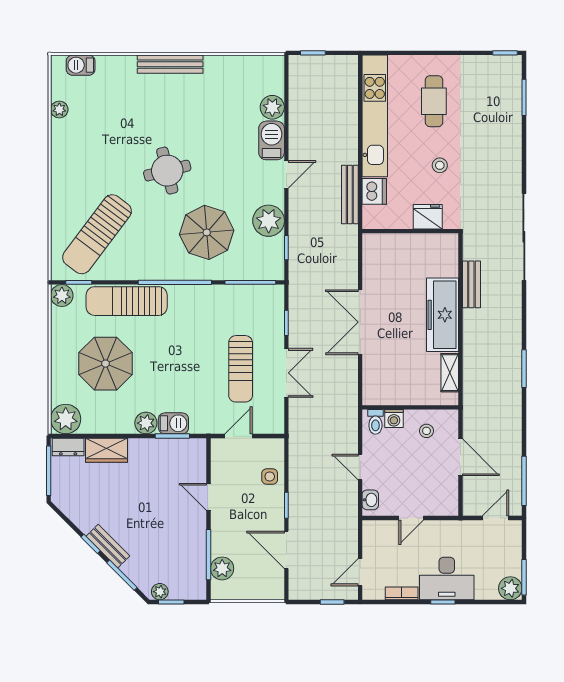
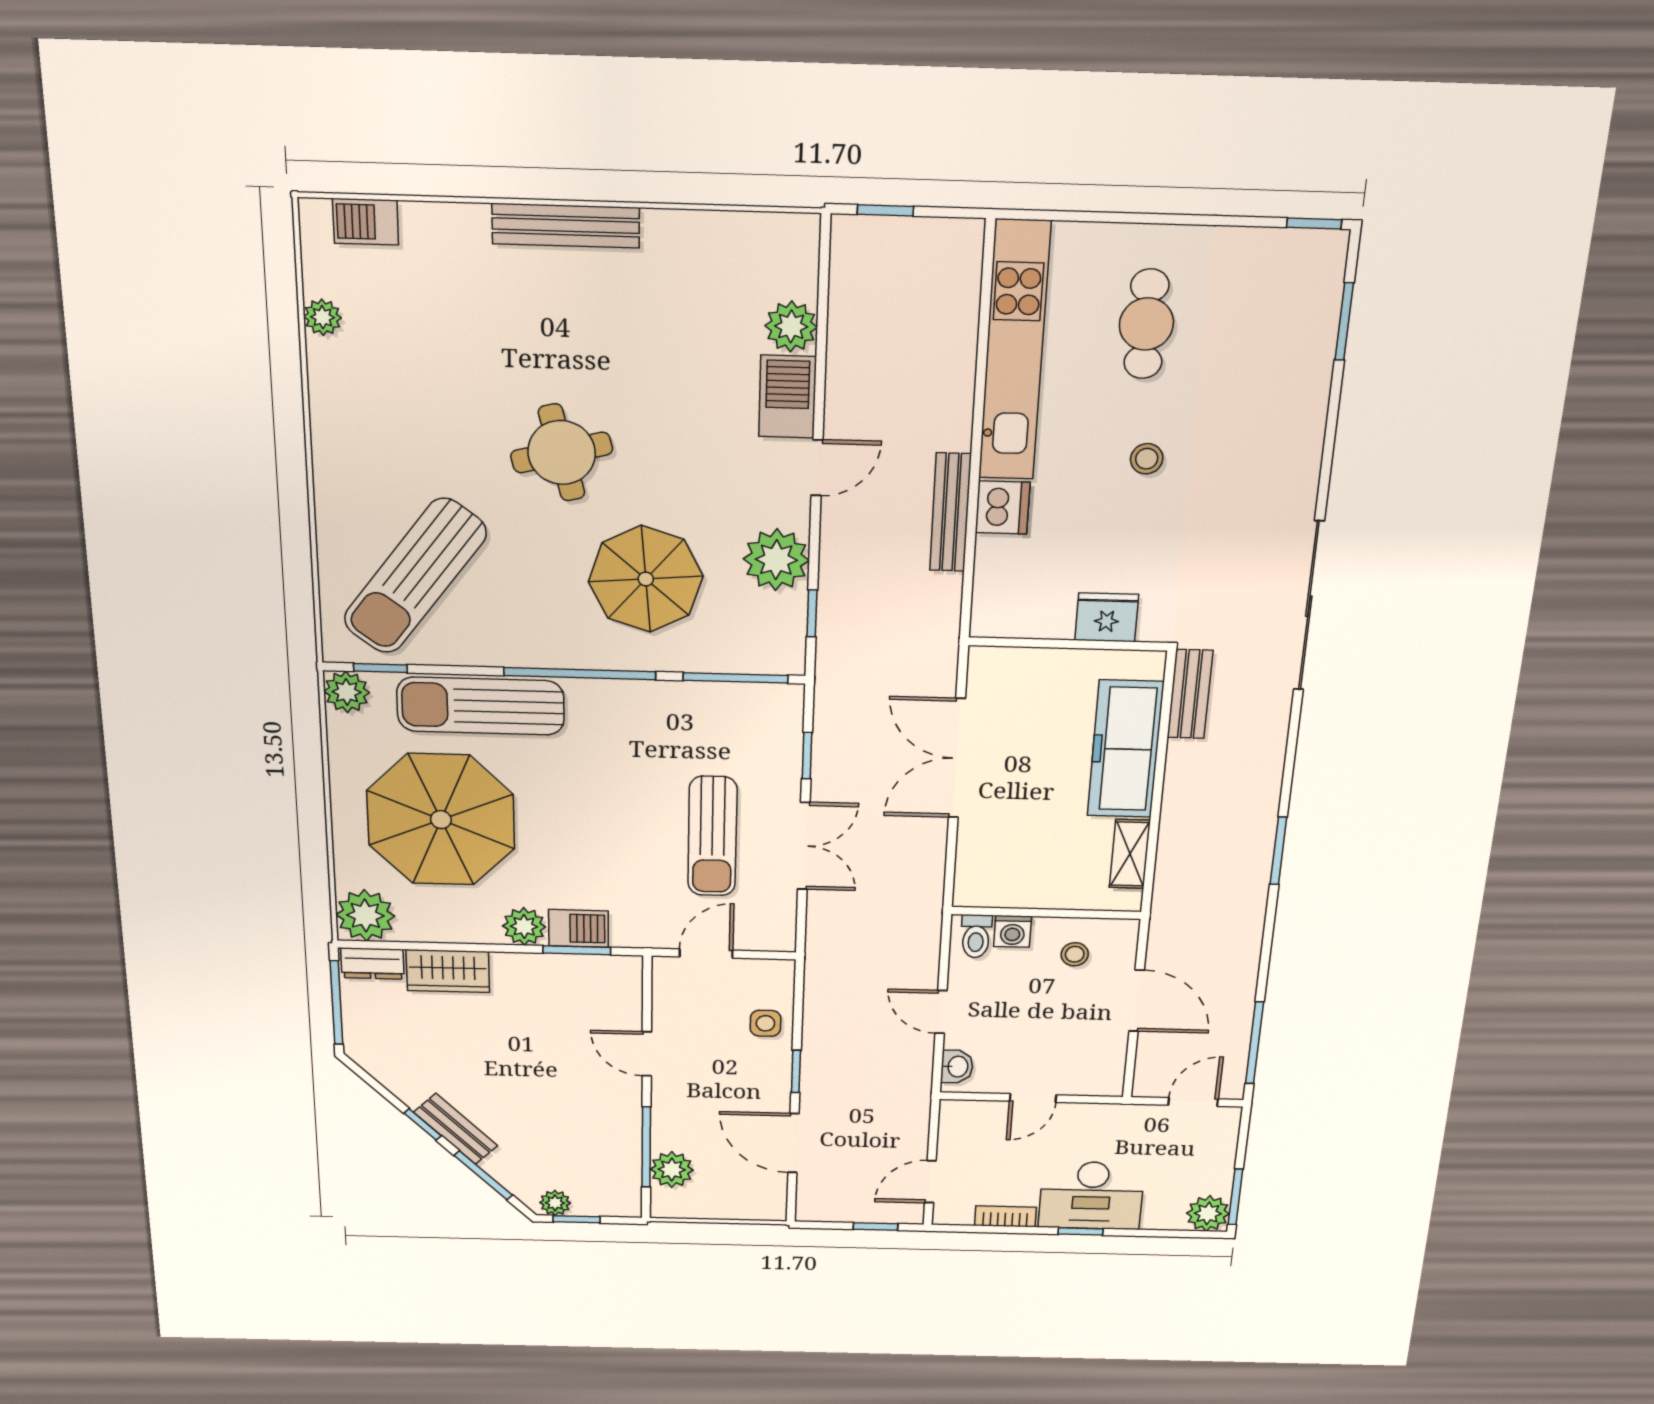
fridge: (428, 217) -> (1107, 617), moved
wall: (410, 231) -> (1068, 644), moved
parasol: (106, 364) -> (441, 820), width x1.36, depth x1.36

